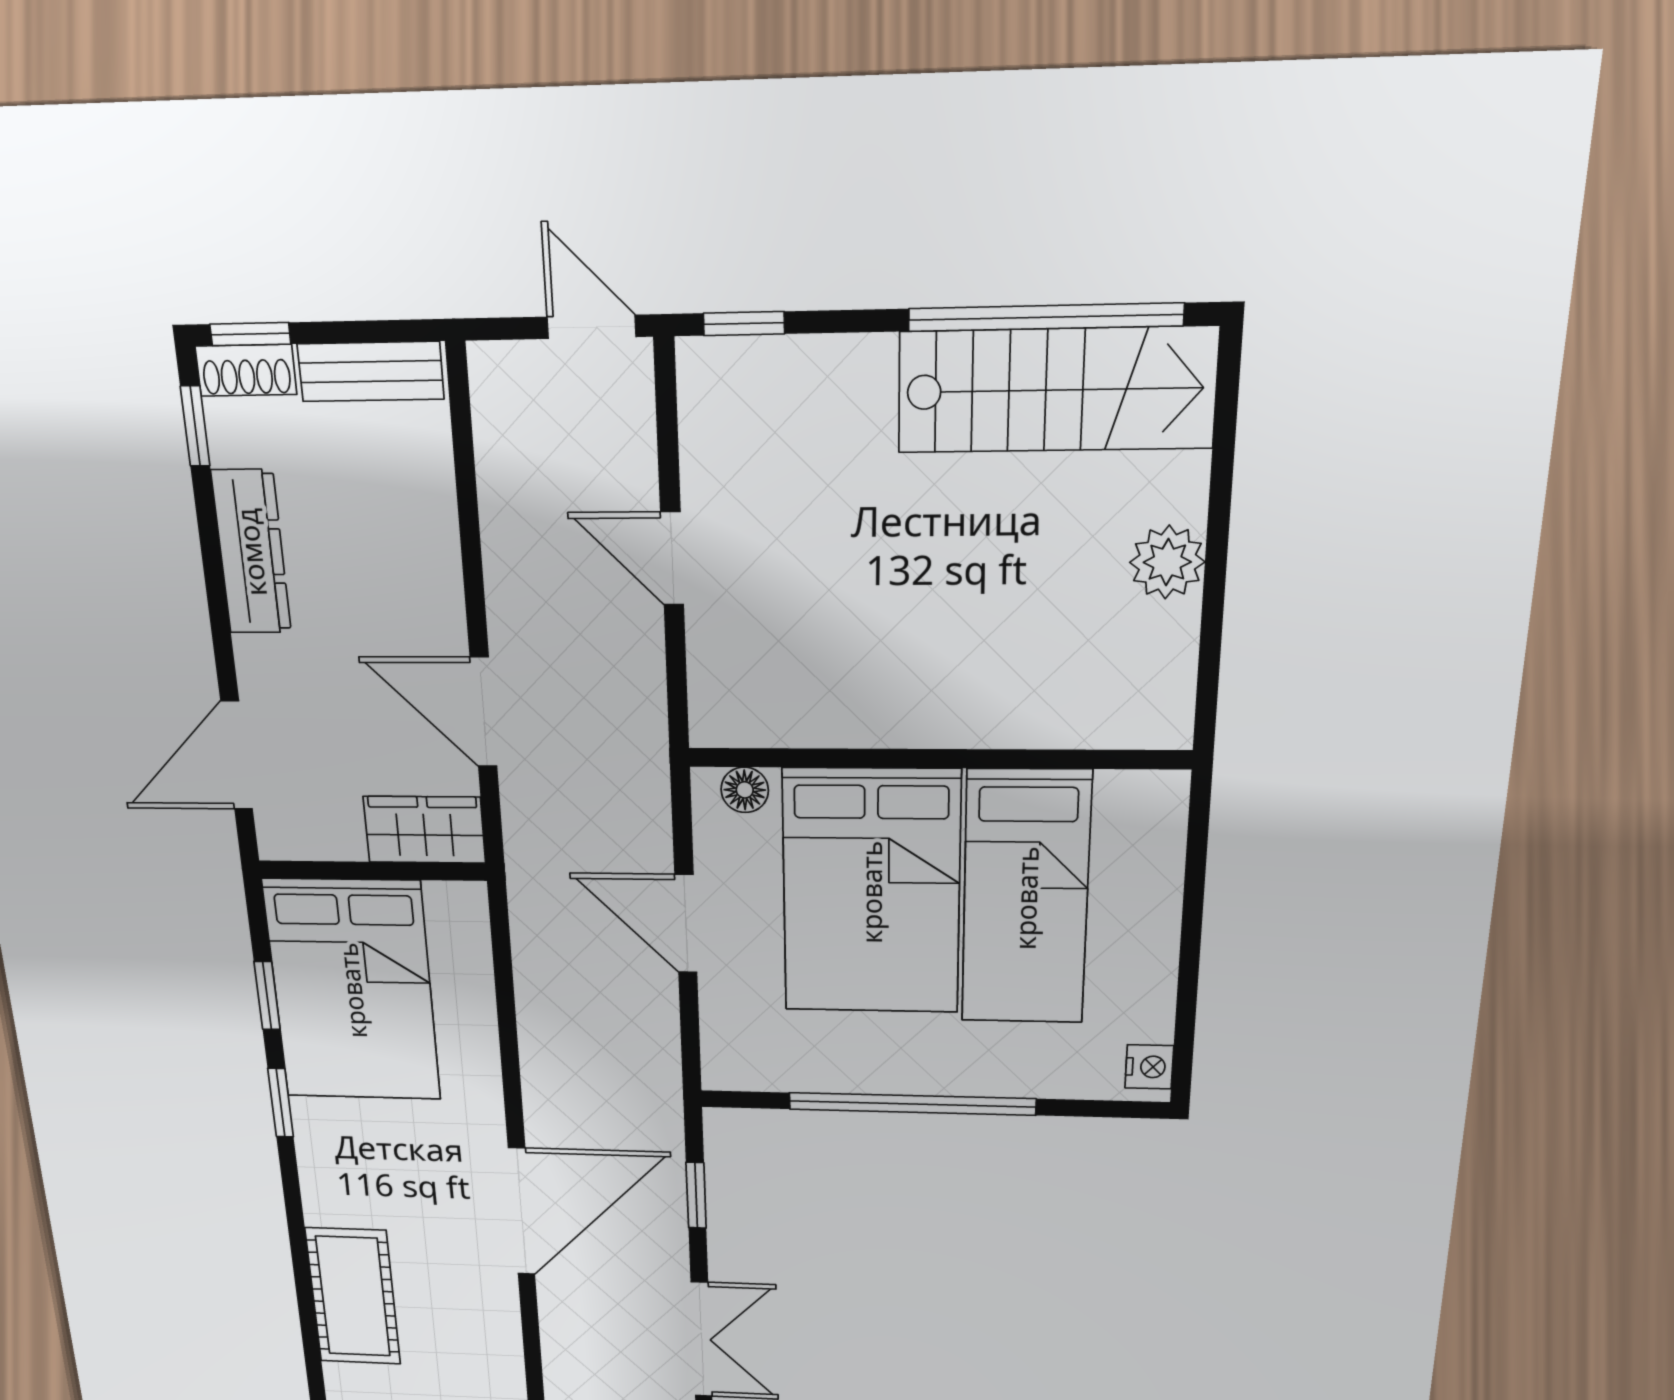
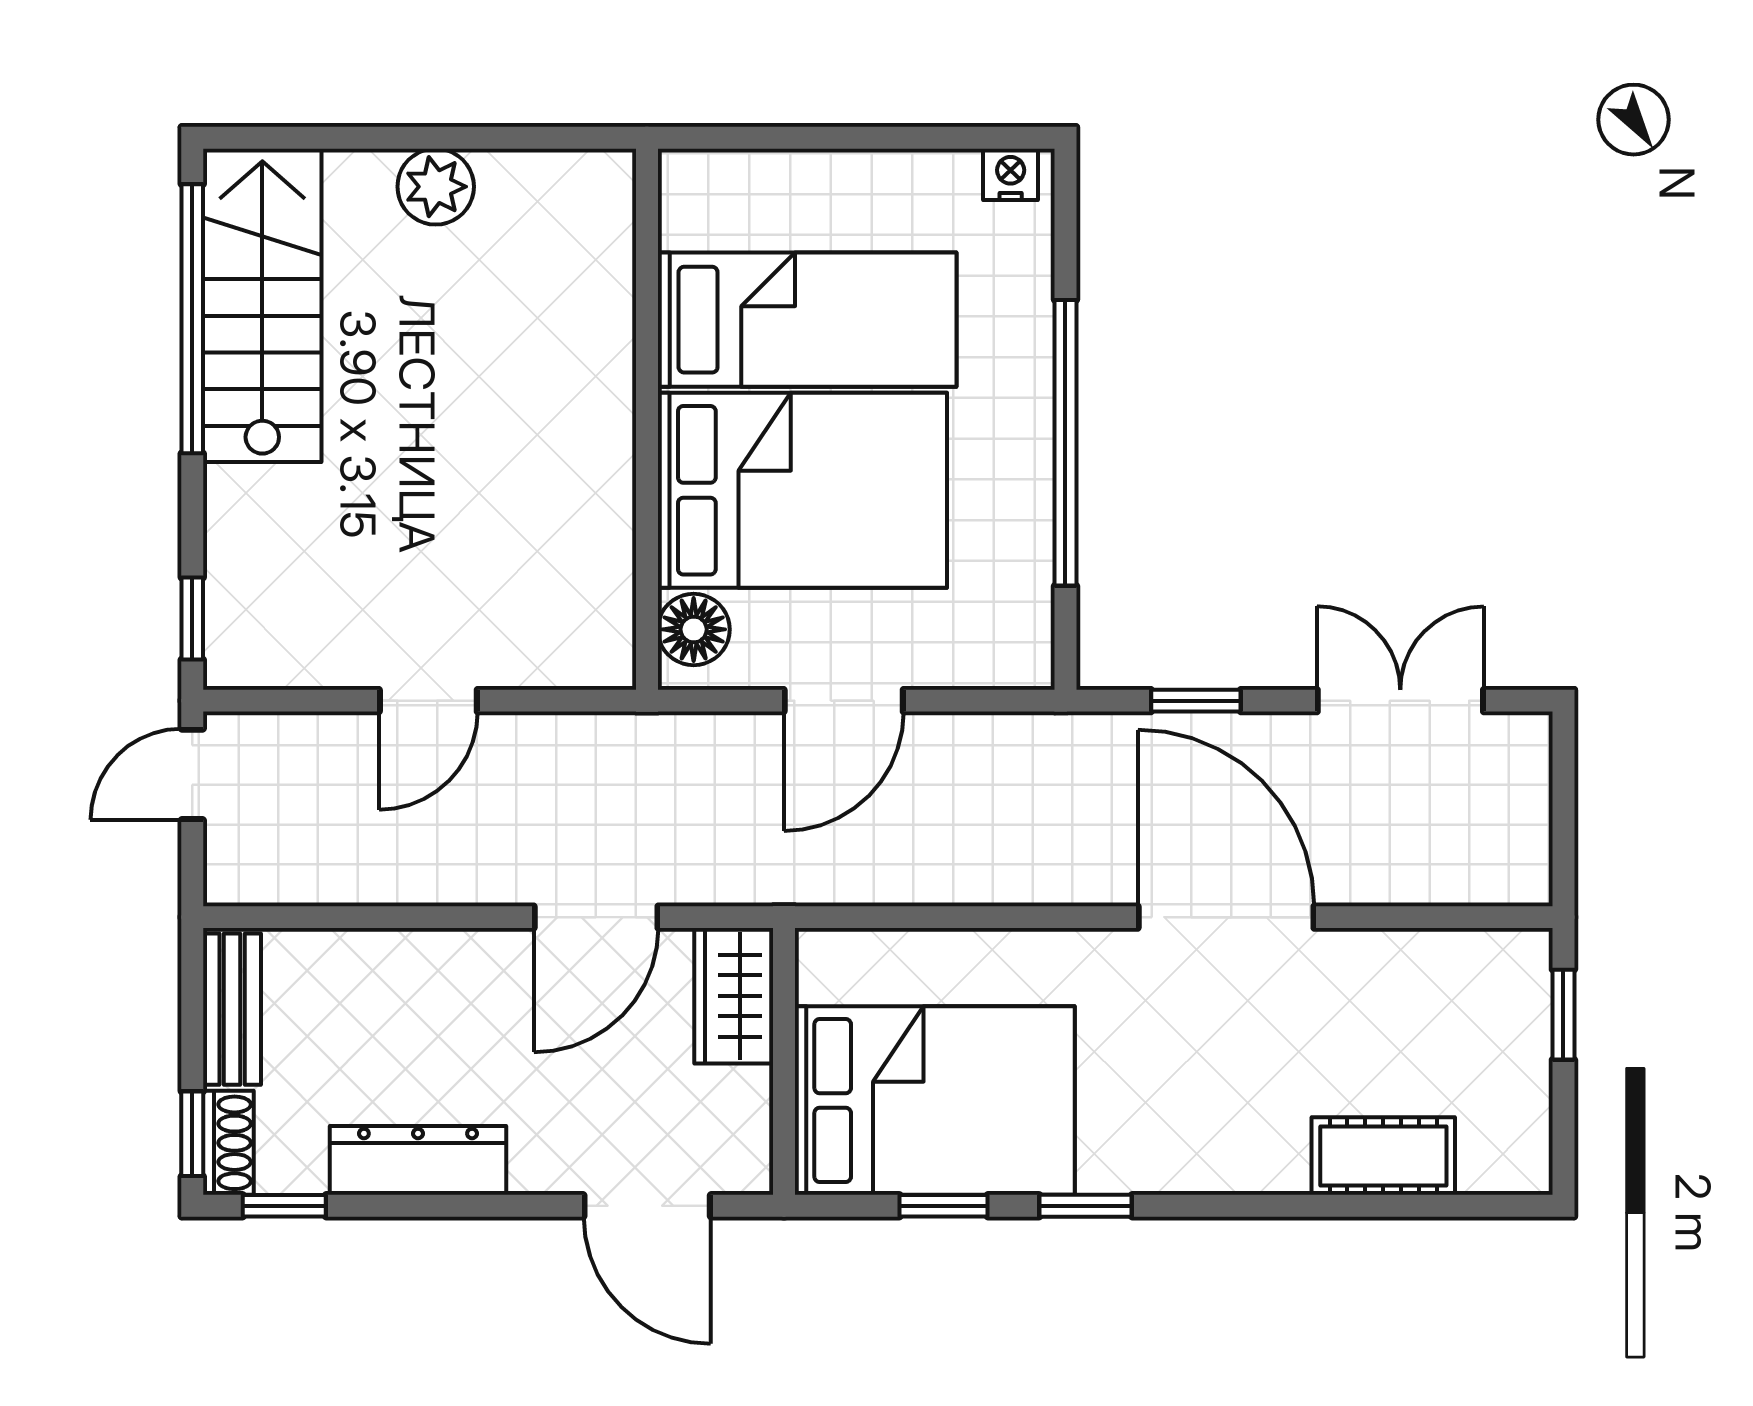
floor lamp: (745, 790) -> (694, 629), width x1.37, depth x1.37
cot: (353, 1296) -> (1383, 1156), width x0.73, depth x0.75

